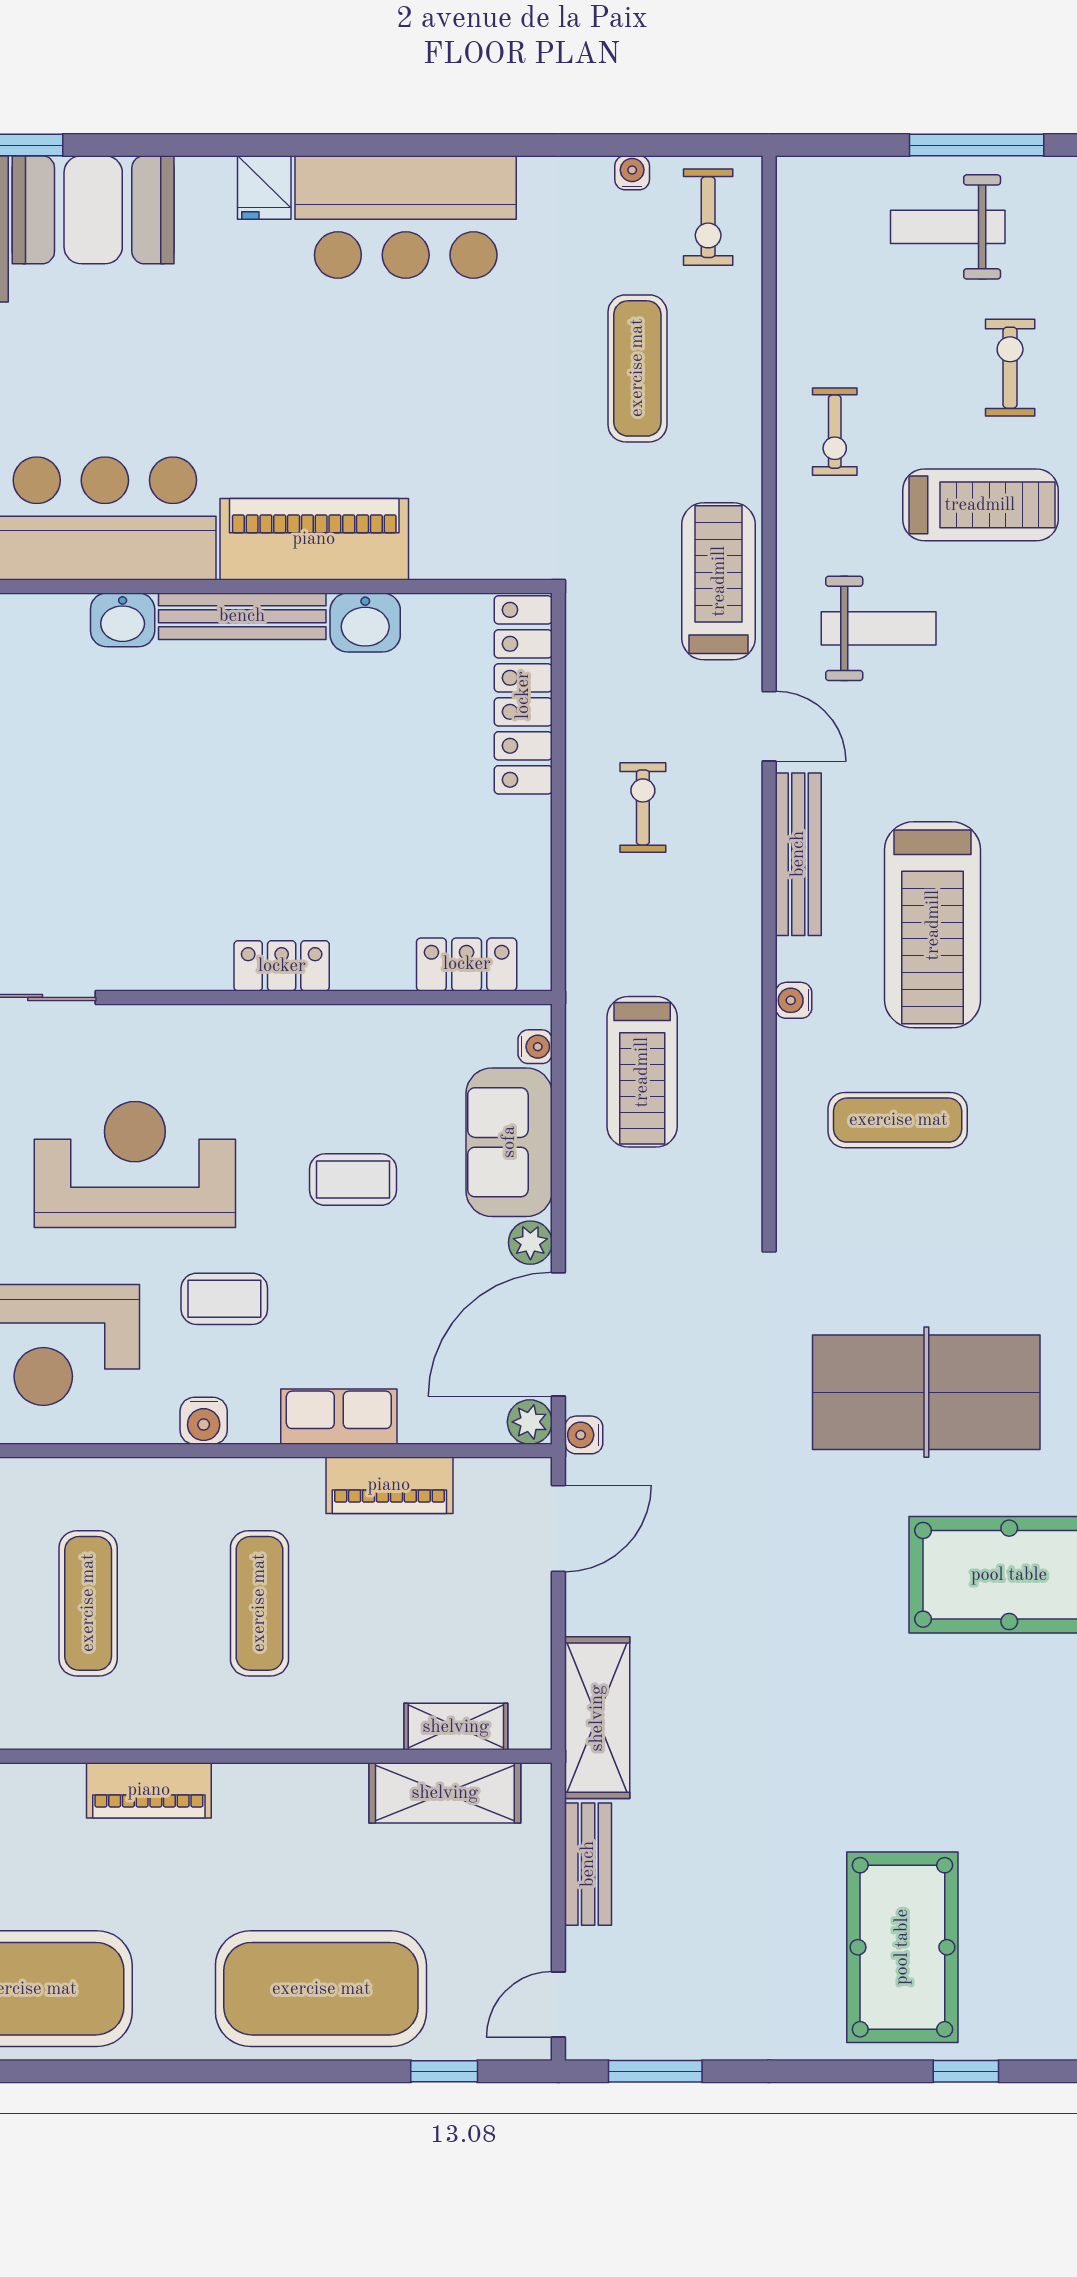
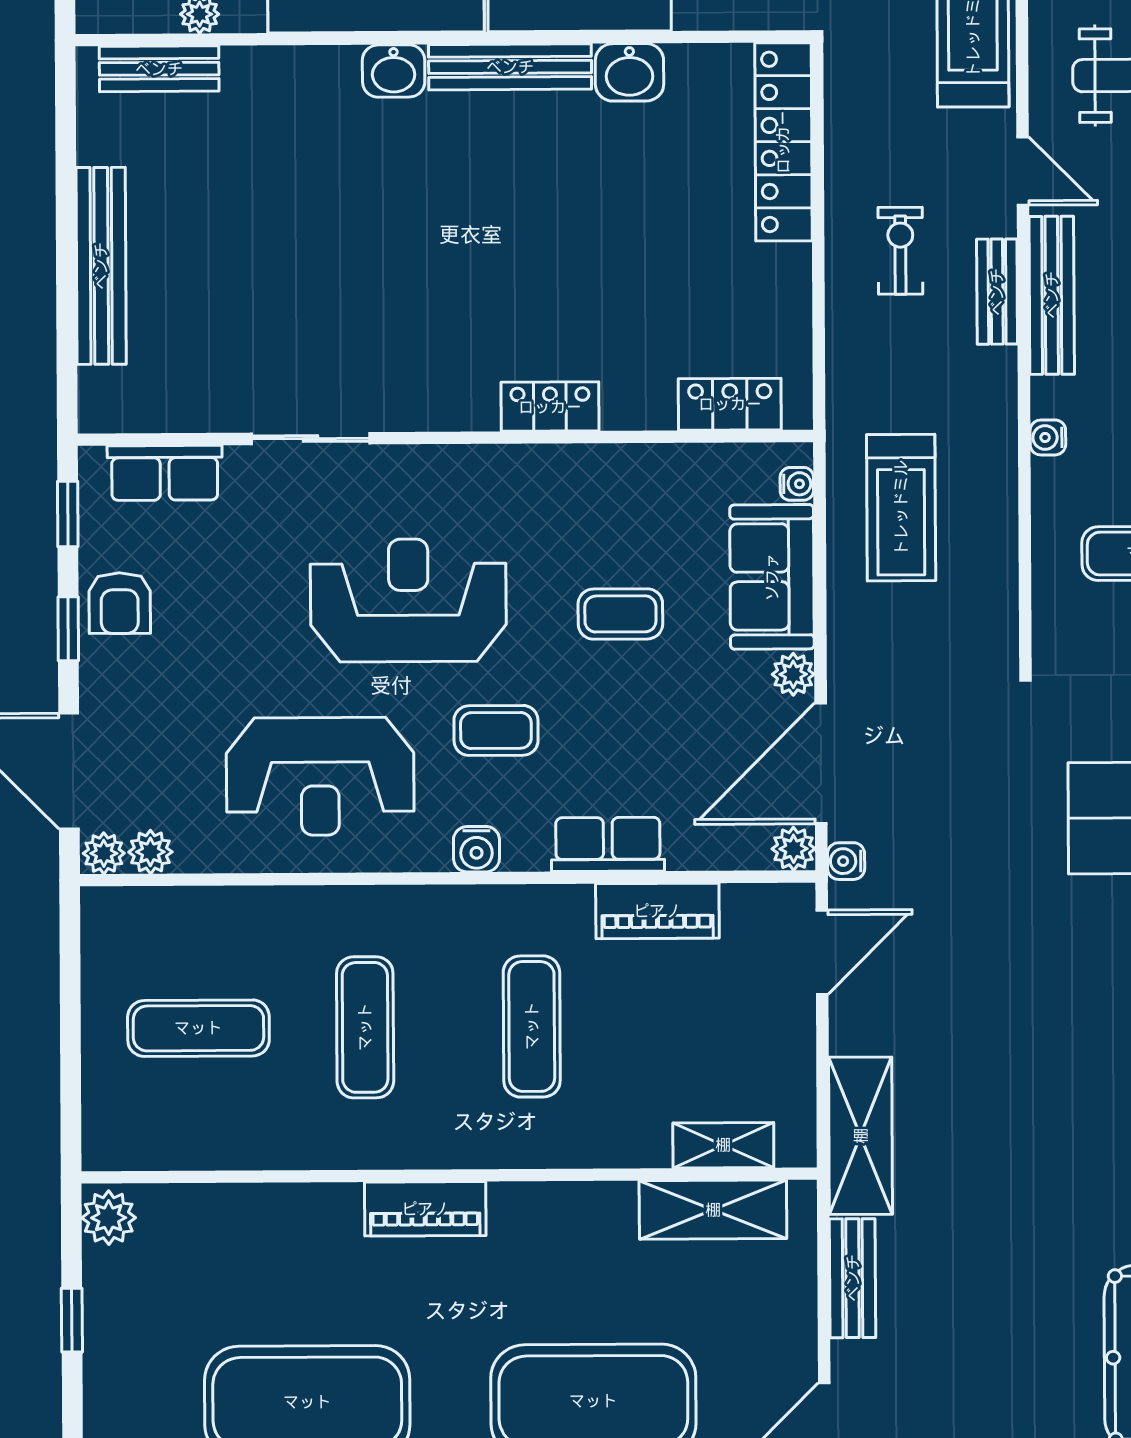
bench: (742, 850) -> (997, 292), added

